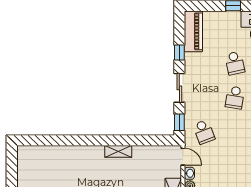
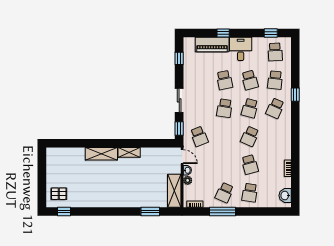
piano: (193, 31) -> (212, 45), moved, turned 90
window: (179, 52) -> (179, 58), moved
shelving: (84, 153) -> (101, 154), added

